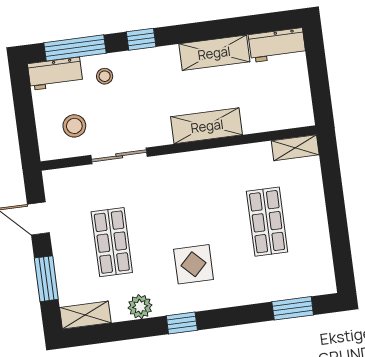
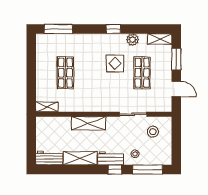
workbench: (55, 74) -> (111, 158), moved
display table: (194, 264) -> (115, 64), moved
window: (293, 308) -> (58, 29), width x1.44

